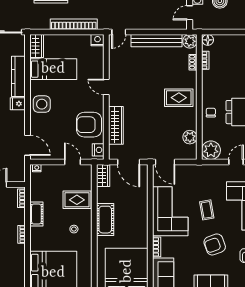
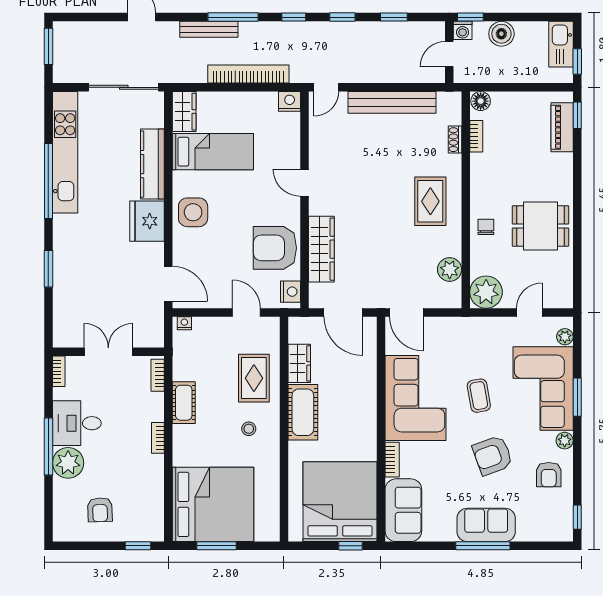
plant: (190, 41) -> (450, 103), removed
rug: (179, 98) -> (430, 201), turned 90
fridge: (18, 104) -> (147, 221), width x1.88, depth x1.34
wardrobe: (103, 175) -> (299, 363), moved
rug: (77, 200) -> (254, 378), turned 90

